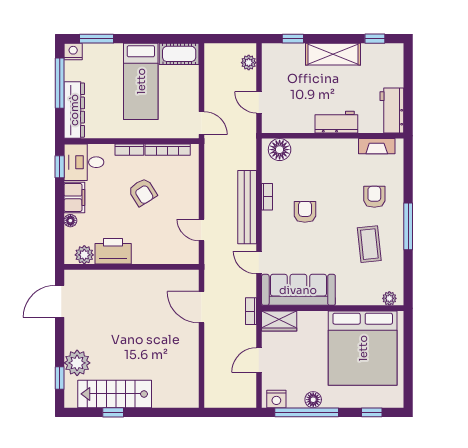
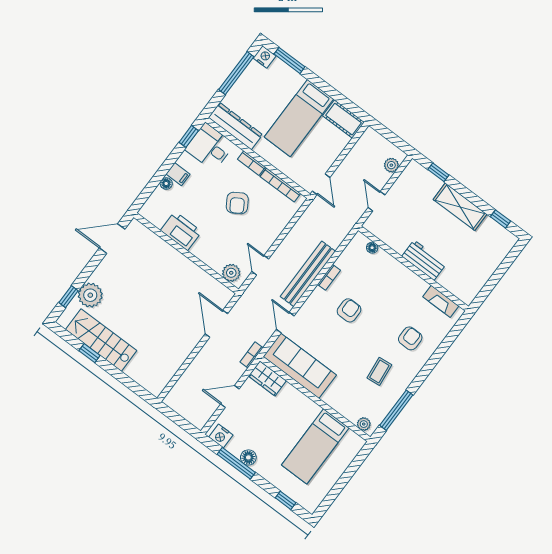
dresser: (74, 110) -> (235, 126), moved, turned -90
workbench: (392, 110) -> (473, 283), removed
floor lamp: (280, 150) -> (372, 248), width x0.53, depth x0.53
filing cabinet: (74, 197) -> (178, 174), width x0.50
window: (408, 226) -> (396, 410), moved
coffee table: (369, 244) -> (379, 371), width x0.73, depth x0.77
plant: (84, 255) -> (231, 273), moved
bed: (363, 348) -> (315, 446), width x0.49
window: (307, 412) -> (236, 463), width x0.68

